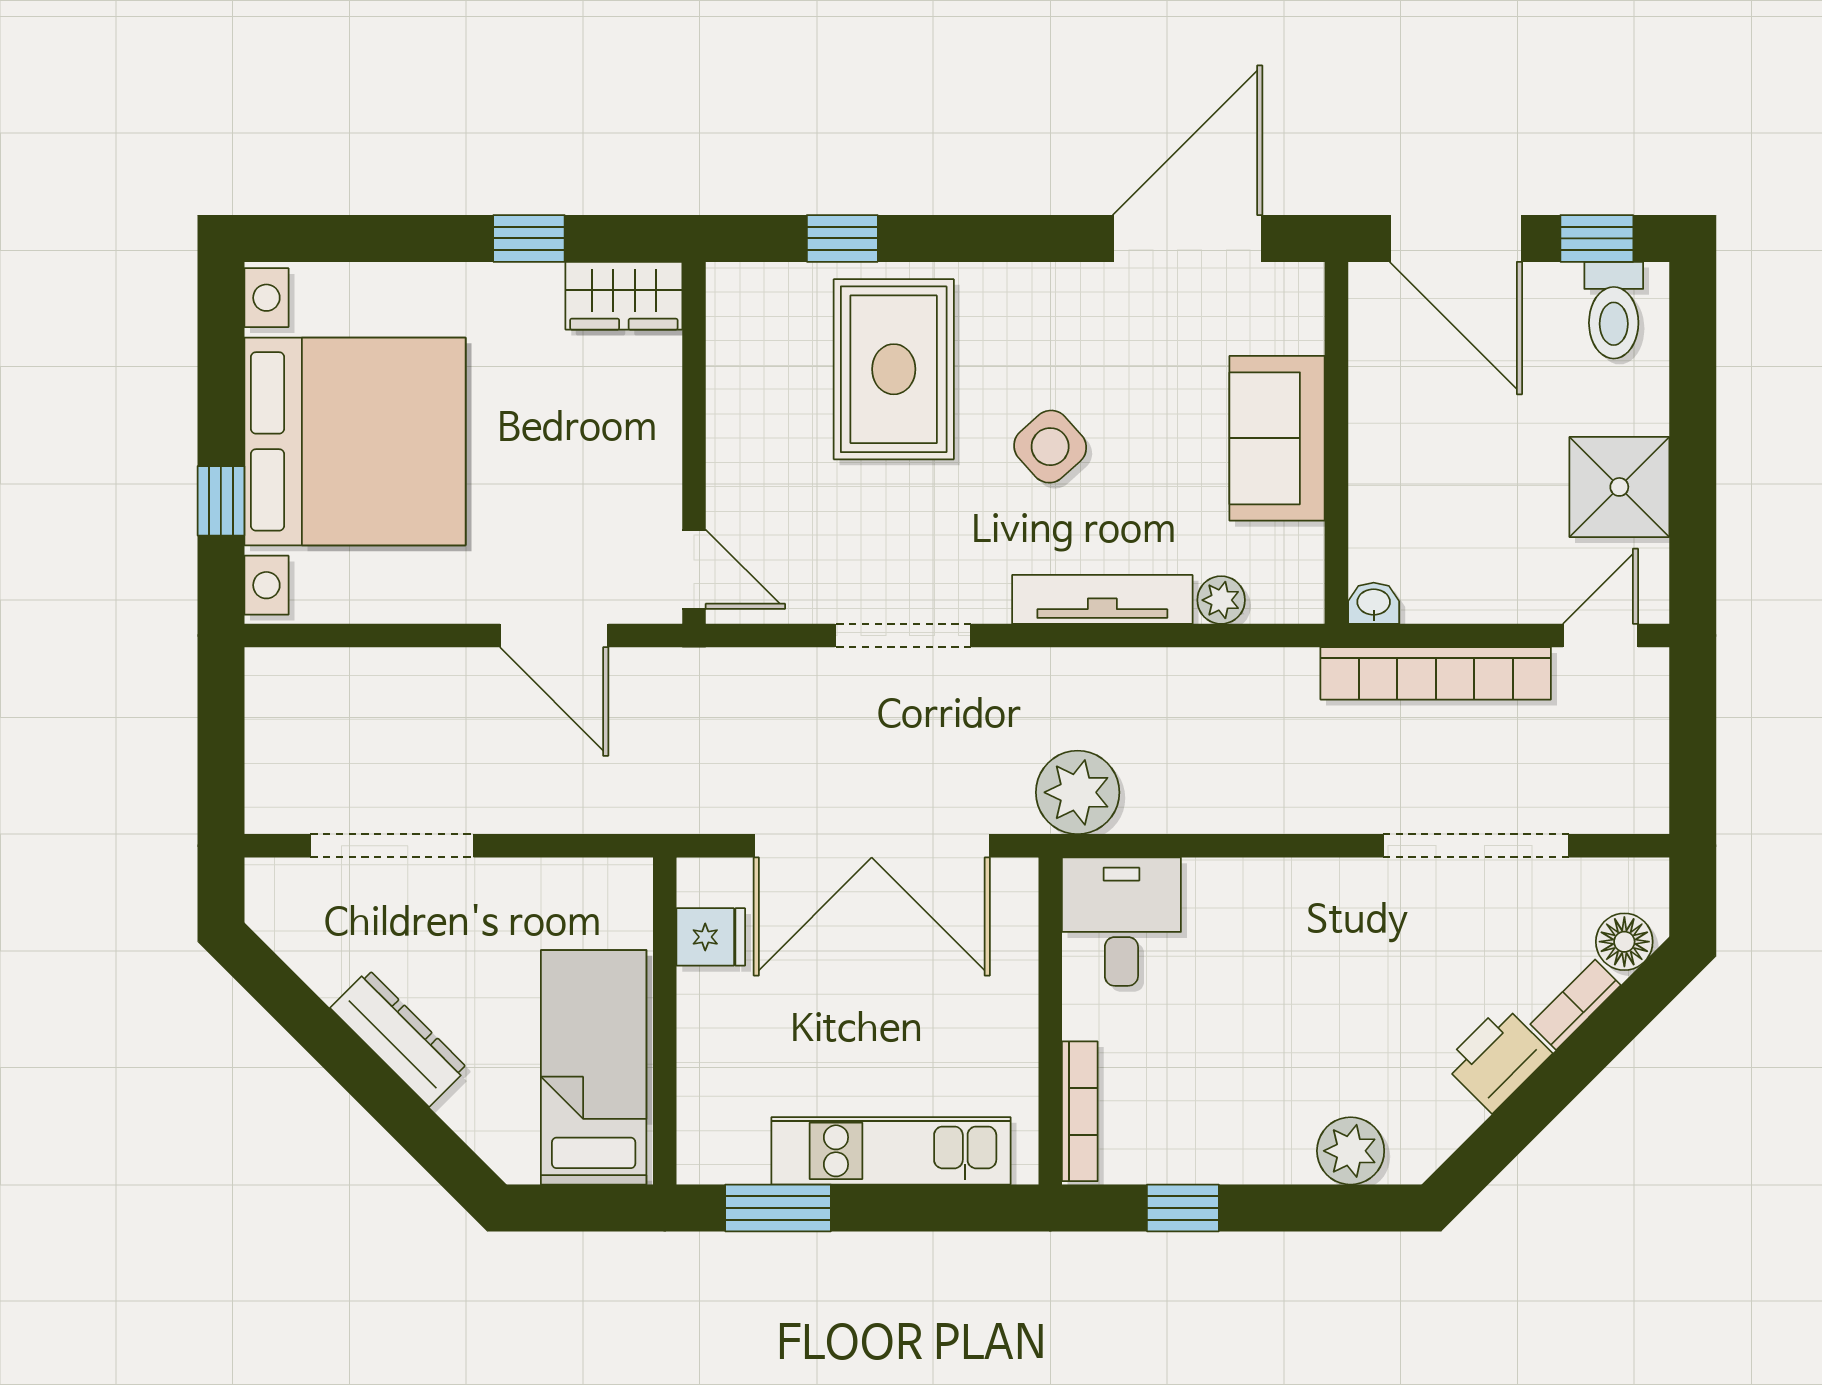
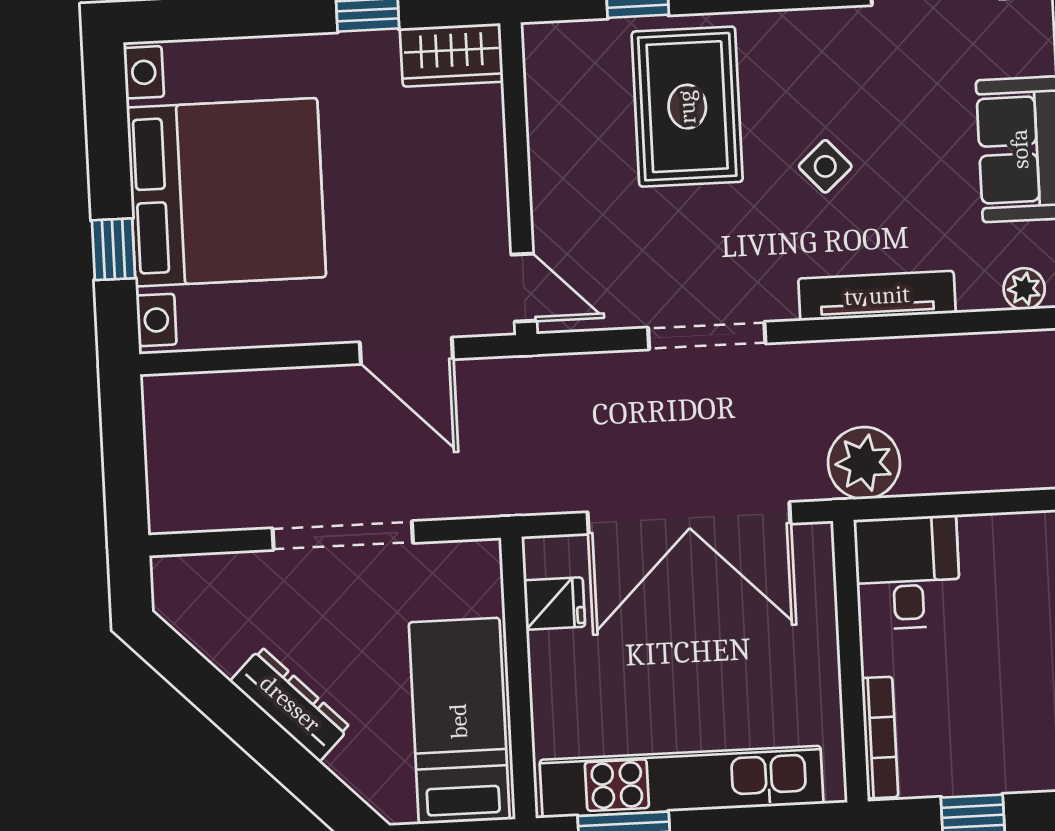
side table: (1050, 447) -> (825, 166), width x0.73, depth x0.73
plant: (1221, 600) -> (1024, 289), moved
doorway: (392, 846) -> (343, 536), moved
kitchen unit: (891, 1151) -> (682, 782), width x1.36

